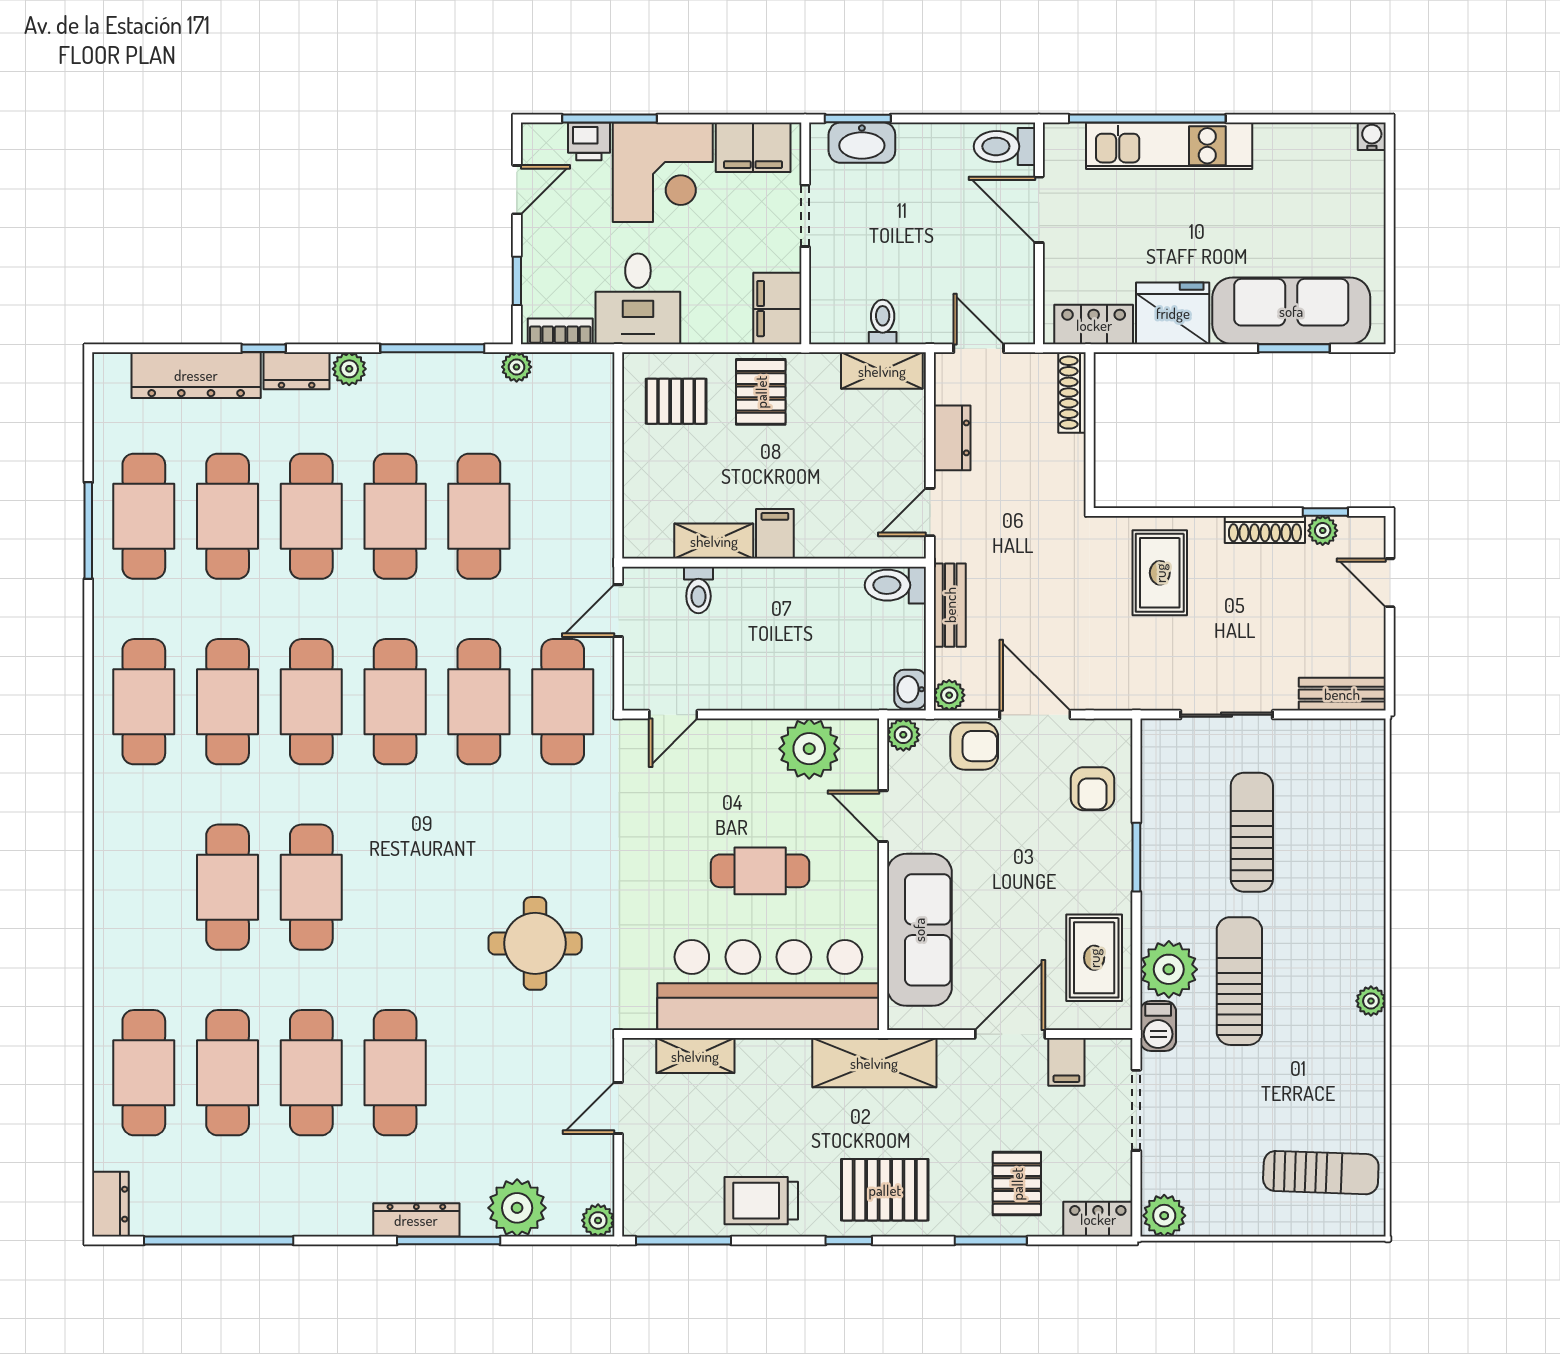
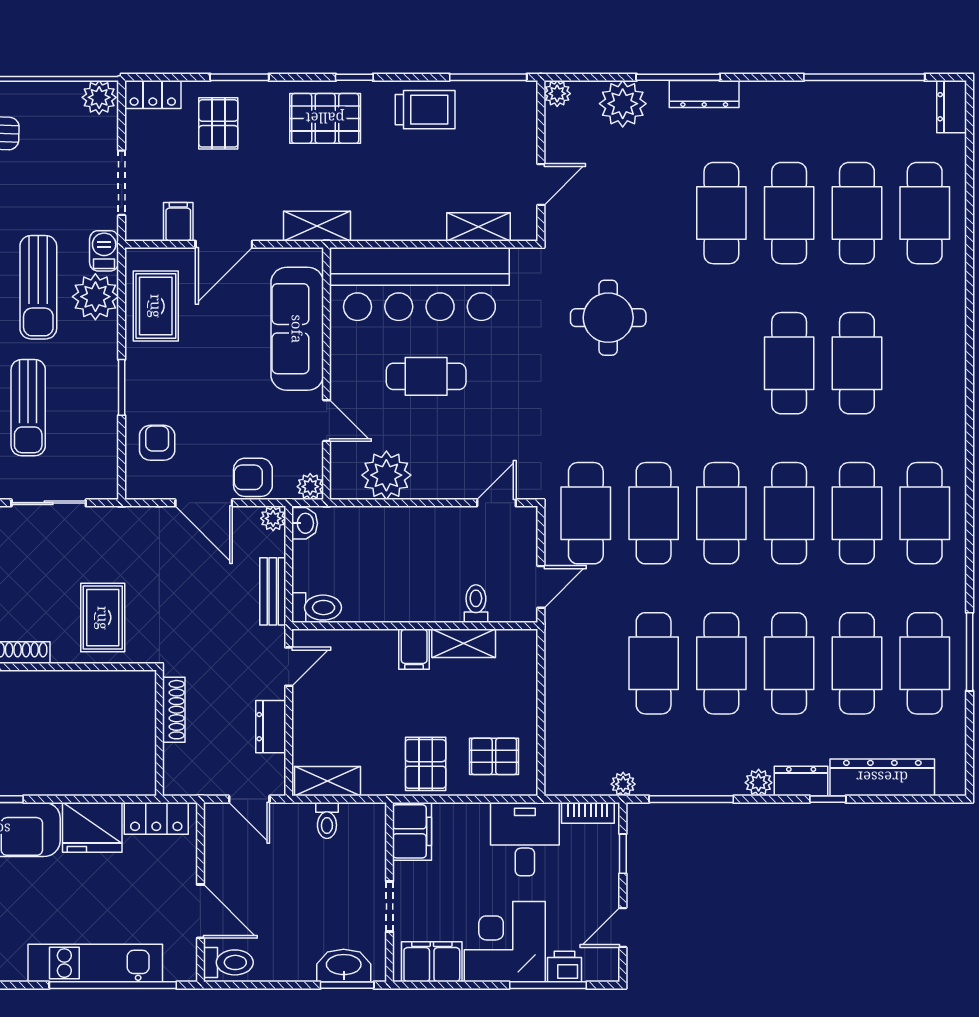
shoe rack: (1072, 393) -> (174, 710), moved
shelving: (874, 1063) -> (317, 226), width x0.67, depth x0.75

